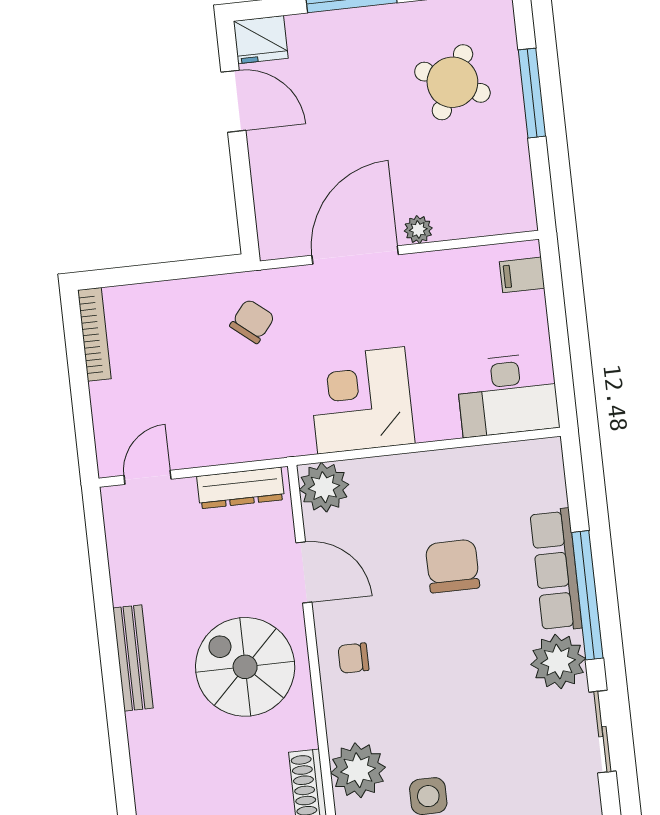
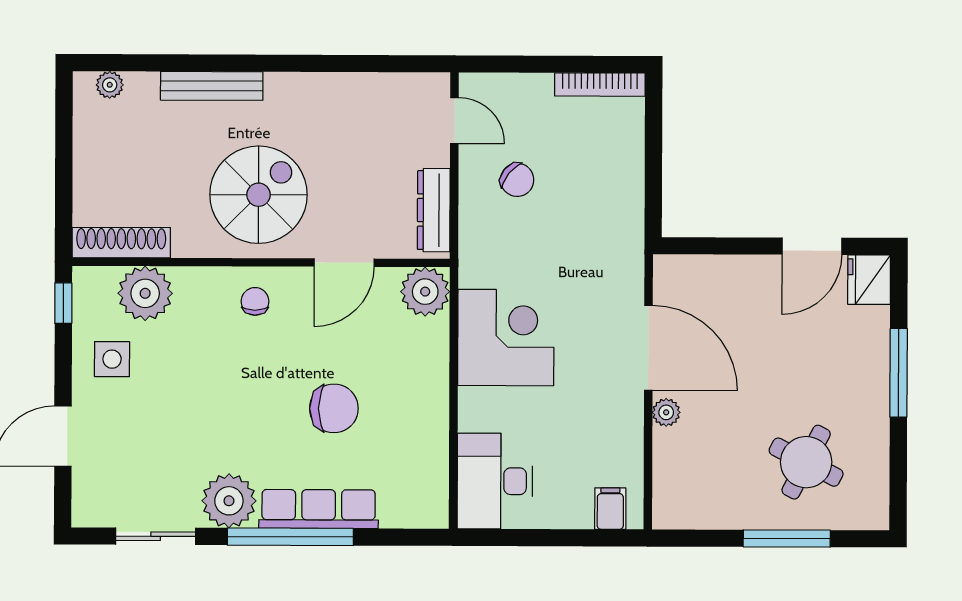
chair: (252, 321) -> (517, 180), moved
bench: (133, 658) -> (212, 86), moved

